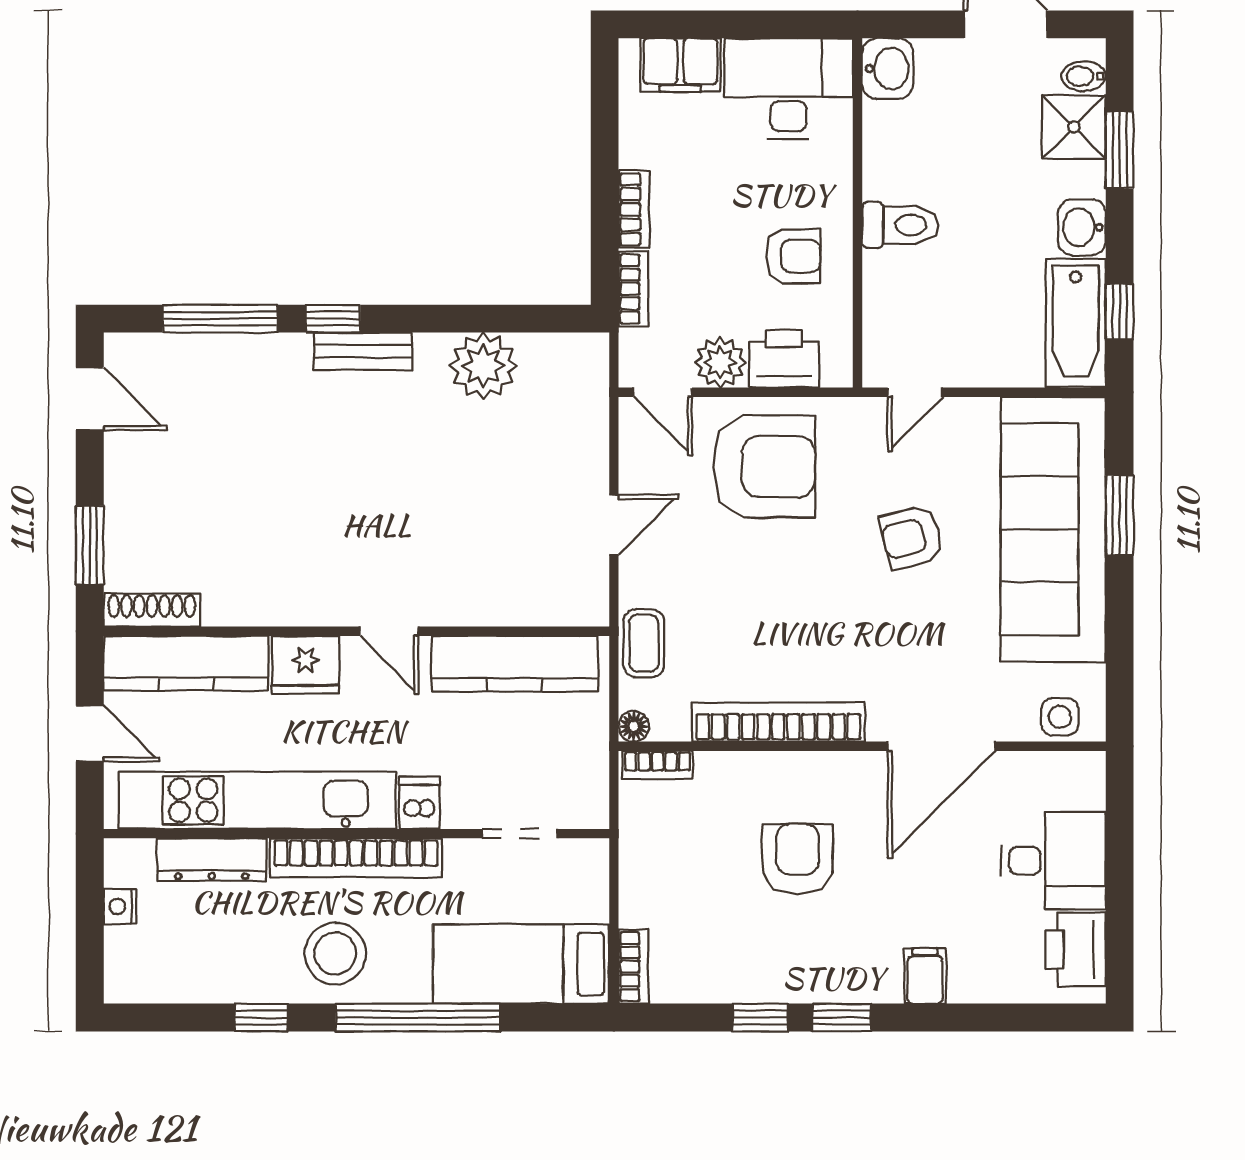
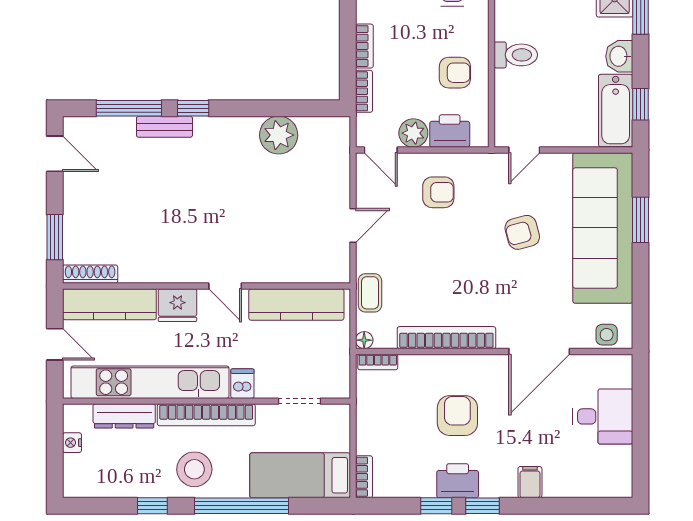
bench: (363, 351) -> (164, 127), moved
armchair: (764, 466) -> (438, 192), width x0.53, depth x0.53
printer: (1076, 950) -> (458, 481), moved, turned 90

